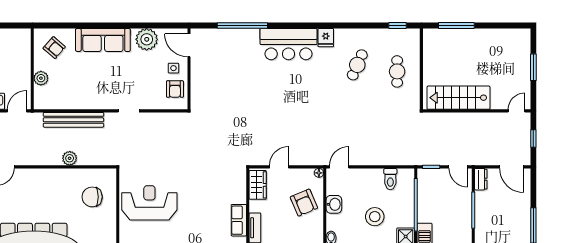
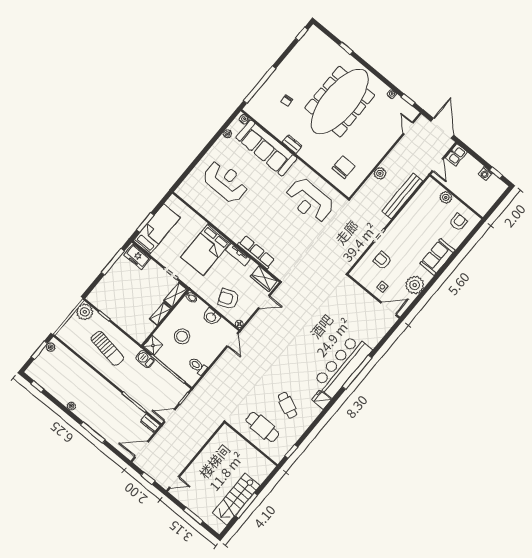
window: (242, 26) -> (357, 372), moved
window: (456, 26) -> (247, 505), moved
sofa: (103, 40) -> (437, 257), width x0.73
bar counter: (289, 44) -> (342, 366), width x1.36
armchair: (54, 48) -> (458, 222), turned 139
cafe table: (397, 71) -> (262, 427), width x1.37, depth x1.35
armchair: (175, 89) -> (382, 260), moved
stairs: (458, 98) -> (236, 499), moved, turned 180
door: (517, 111) -> (174, 482), hinge flipped
door: (279, 167) -> (264, 302), hinge flipped
reception desk: (149, 203) -> (309, 201), turned 90
row of seats: (239, 220) -> (256, 252), width x1.48

